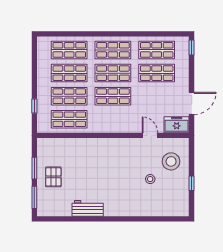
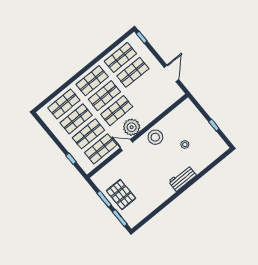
plant: (114, 123) -> (132, 127), added
freezer: (177, 125) -> (173, 95), removed
door: (150, 135) -> (126, 145), moved
stool: (171, 161) -> (155, 137), moved
pallet: (53, 177) -> (121, 195), width x1.50, depth x1.42
workbench: (88, 208) -> (182, 178), moved

